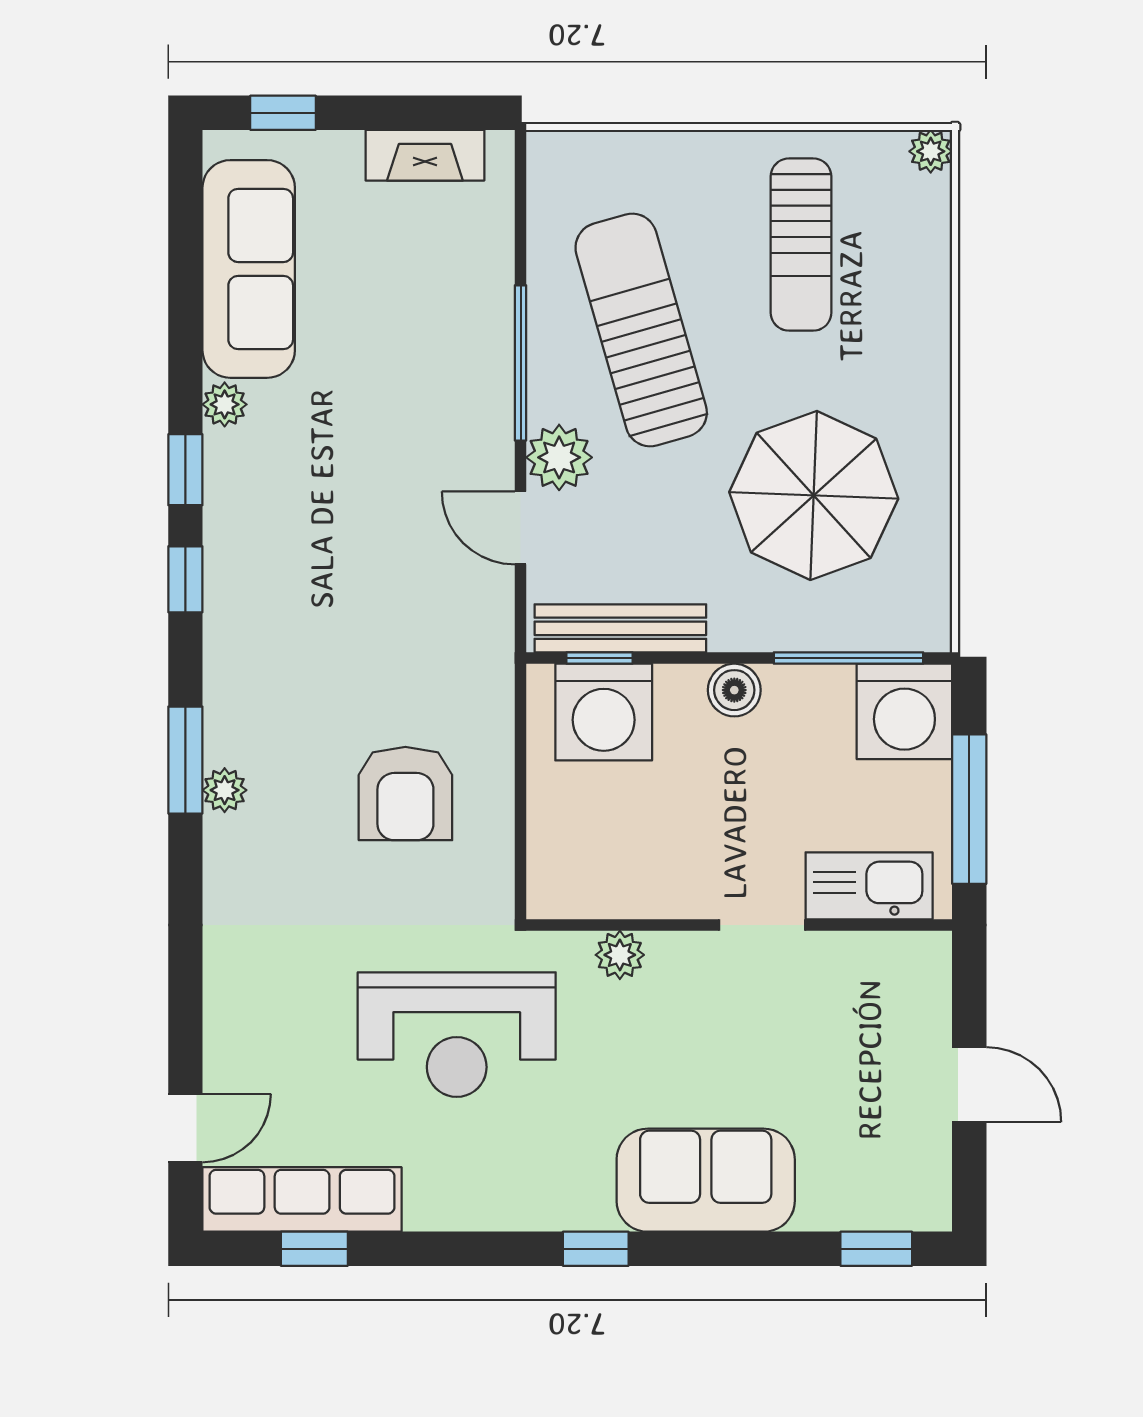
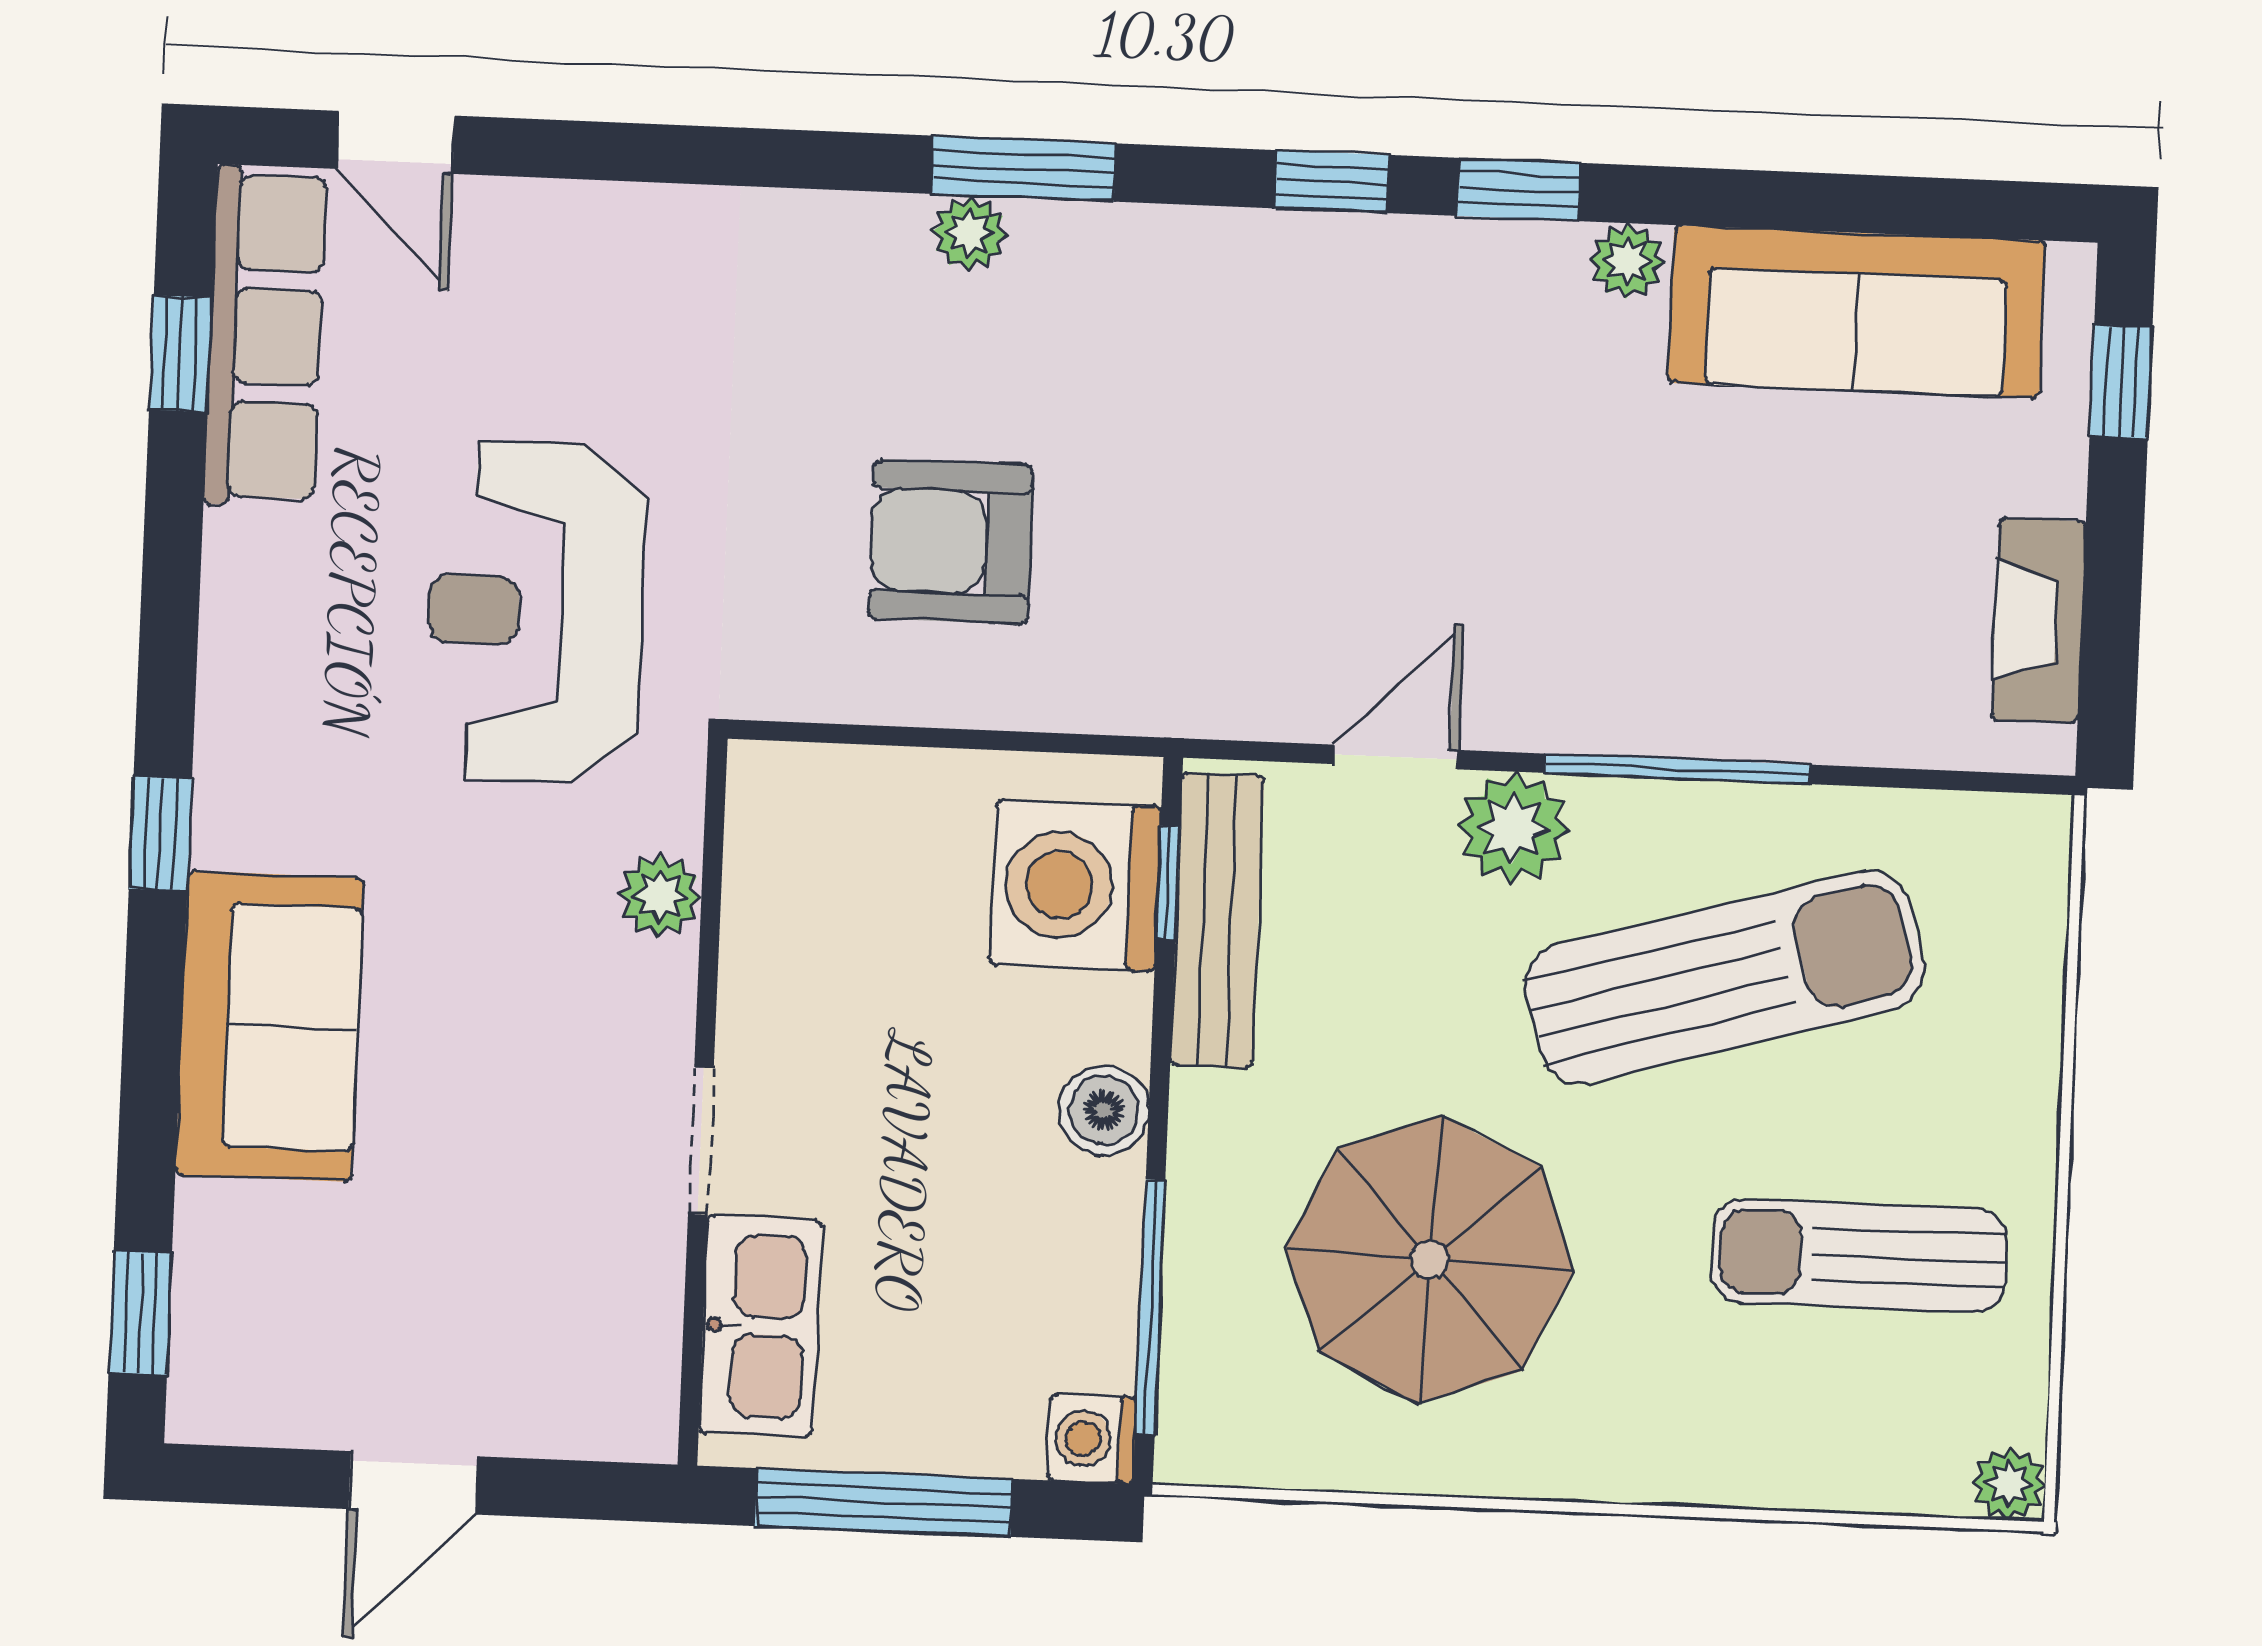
washing machine: (904, 711) -> (1092, 1439), width x0.53, depth x0.53

